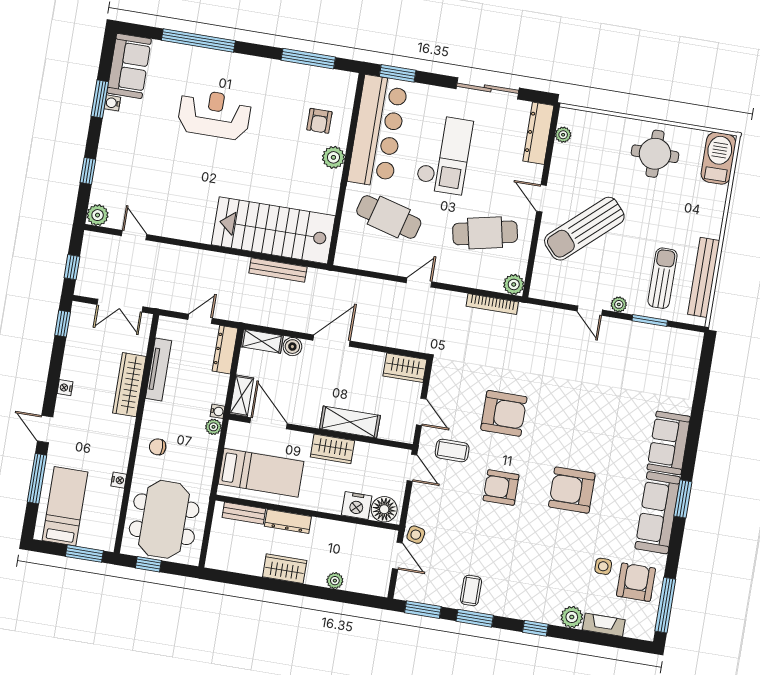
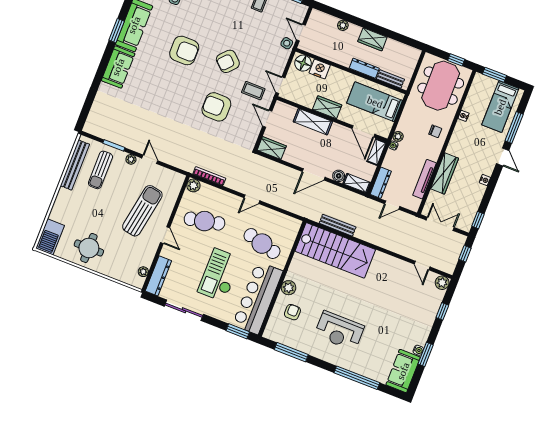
reception desk: (214, 114) -> (339, 331), moved
sun lounger: (584, 229) -> (142, 211), turned -38
armchair: (501, 488) -> (228, 61), turned 133

